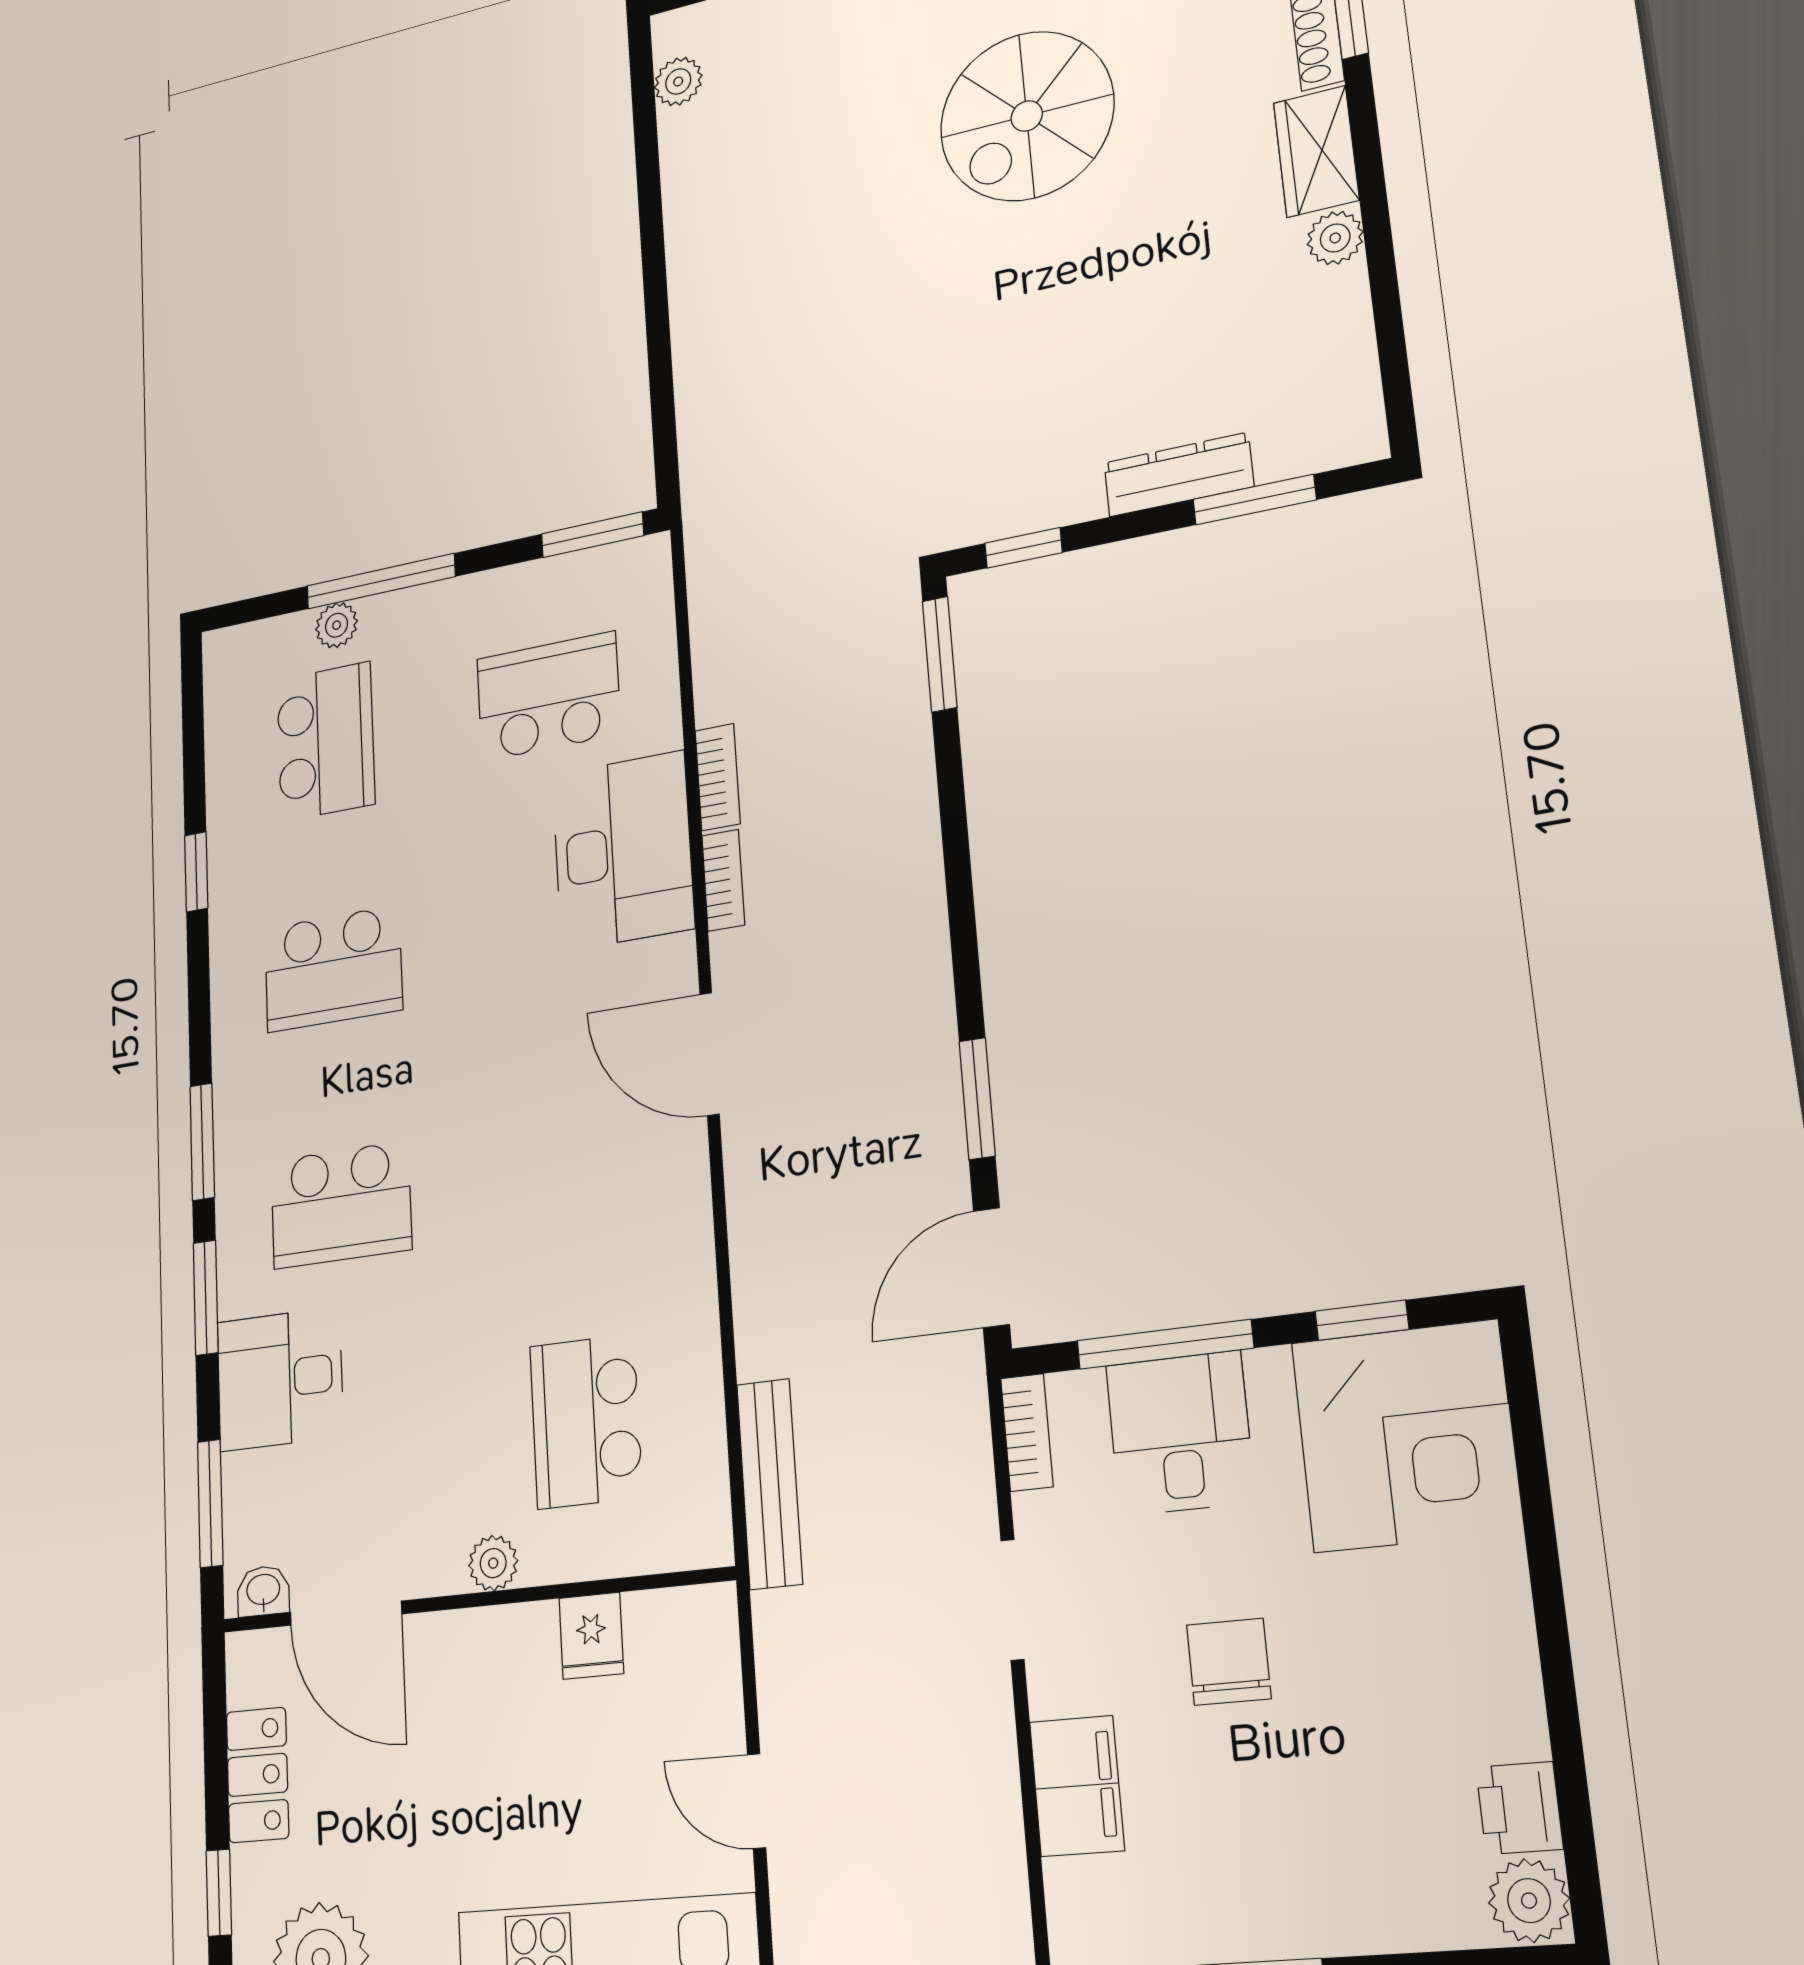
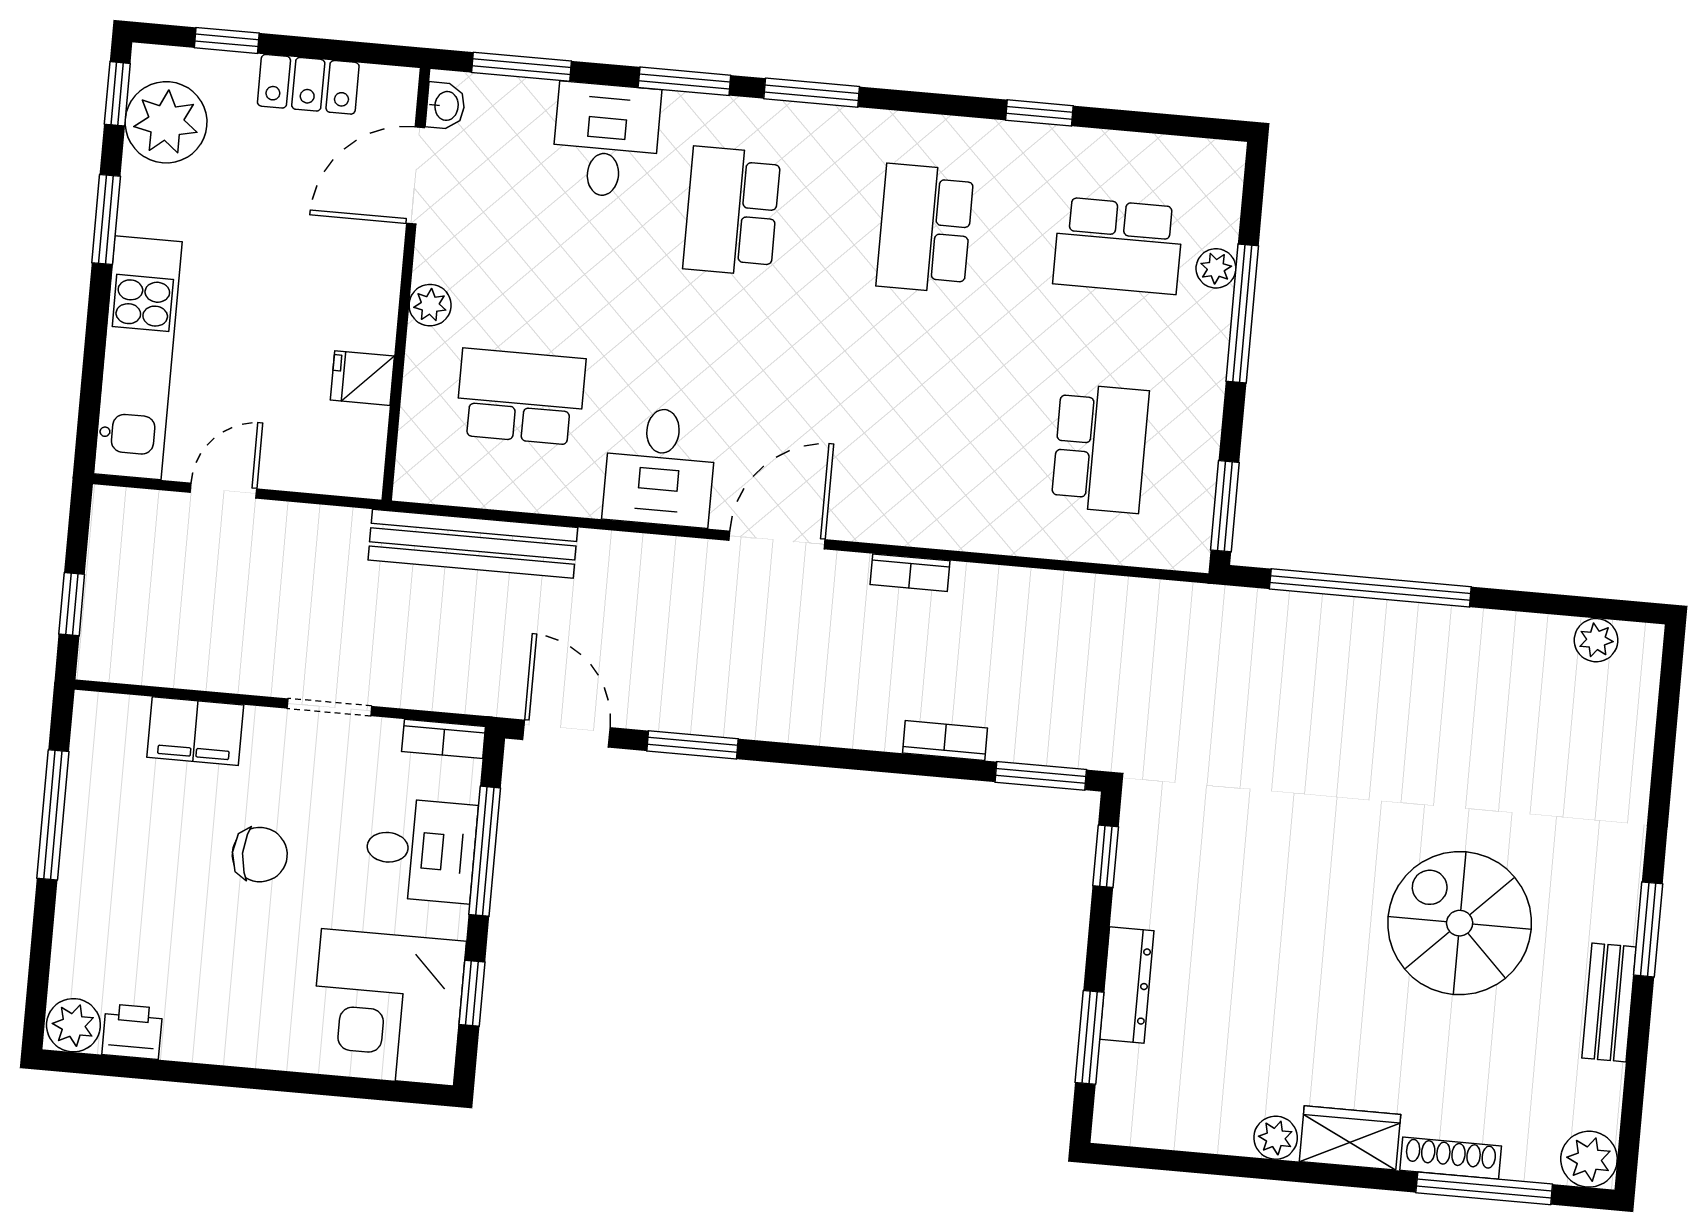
window: (659, 344) -> (1370, 588), added
bookcase: (718, 777) -> (945, 741), moved, turned 180
desk: (623, 851) -> (660, 467), moved, width x0.73
bench: (770, 1484) -> (473, 544), width x1.37, depth x1.21

